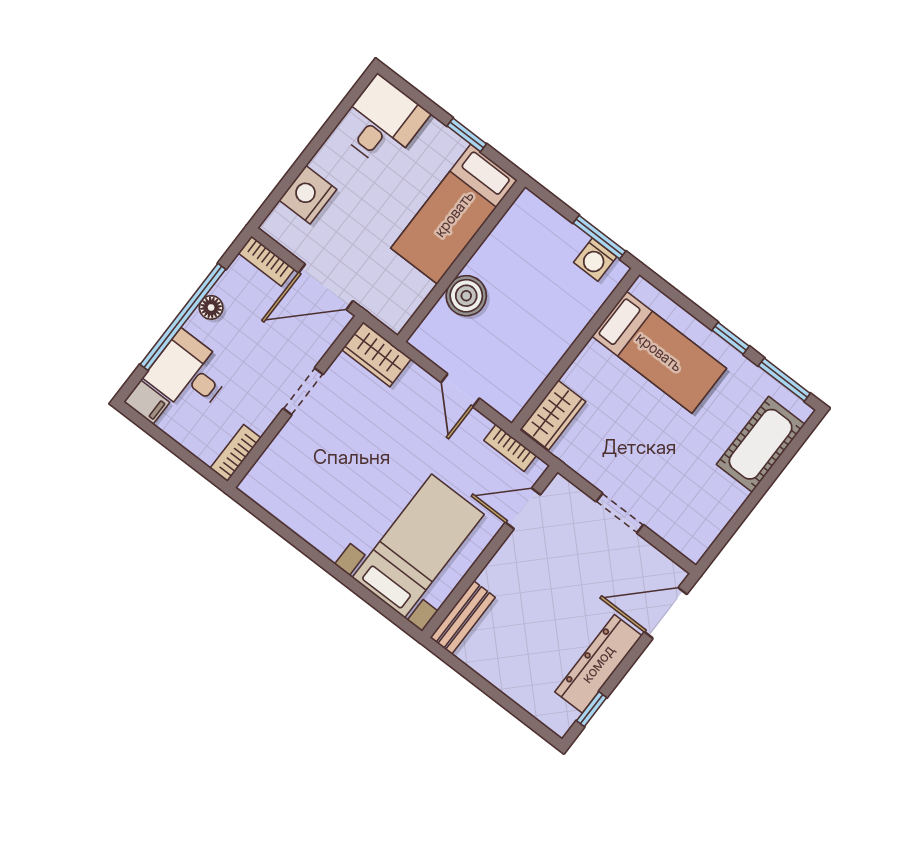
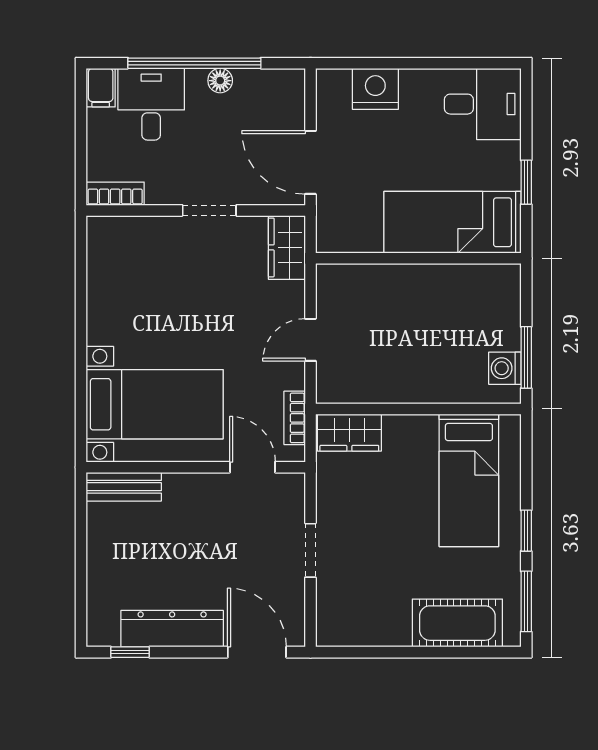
bookcase: (266, 261) -> (294, 97), removed
boiler: (466, 296) -> (393, 284), removed

